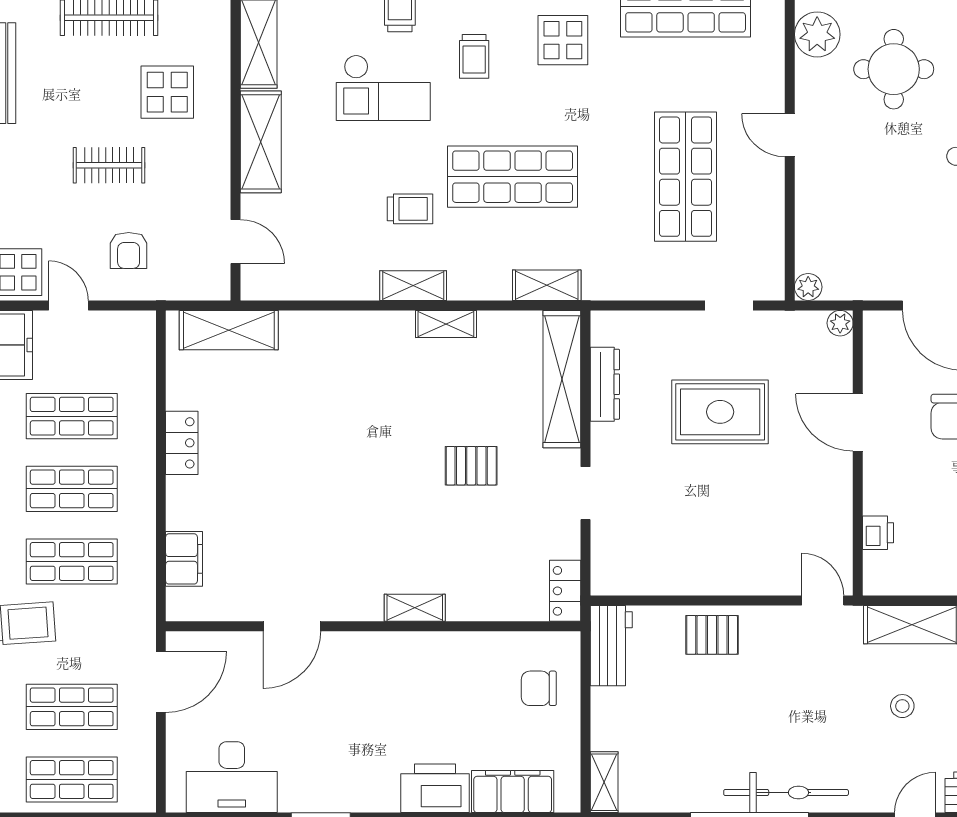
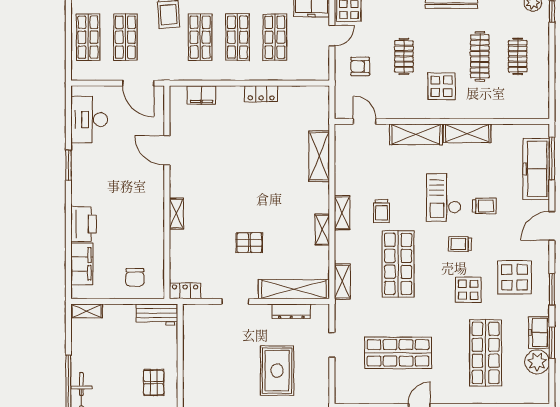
door: (235, 242) -> (365, 121), swing flipped
doorway: (729, 305) -> (332, 345), moved
shelving: (229, 330) -> (319, 156), moved
pallet: (471, 466) -> (249, 243), turned 90
pallet: (712, 635) -> (154, 383), moved
chair: (539, 688) -> (135, 277), turned 180

